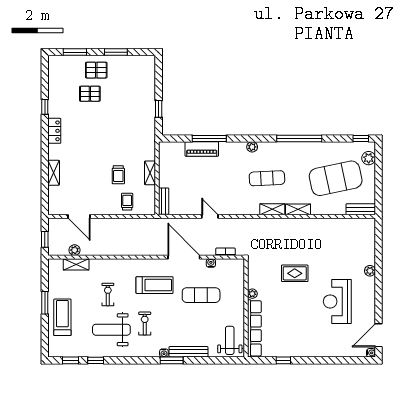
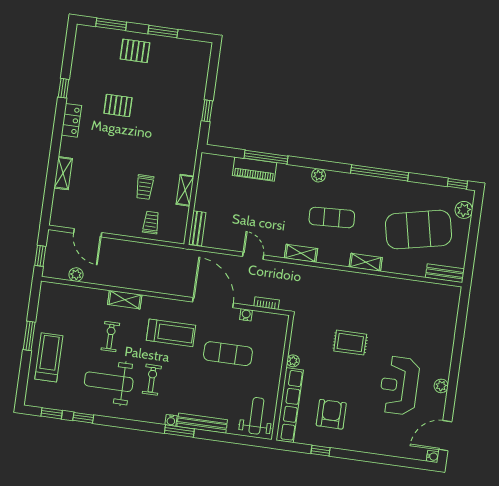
pallet: (90, 94) -> (118, 105), moved
shelving: (272, 209) -> (301, 253), moved
shelving: (76, 264) -> (125, 300), moved
plant: (370, 271) -> (441, 386), moved
armchair: (288, 331) -> (331, 414), added

